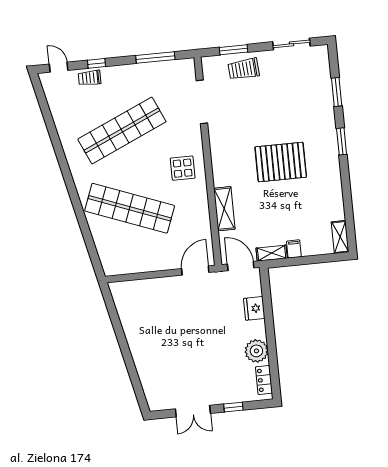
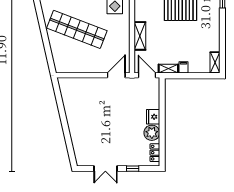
fridge: (254, 308) -> (153, 117), moved

